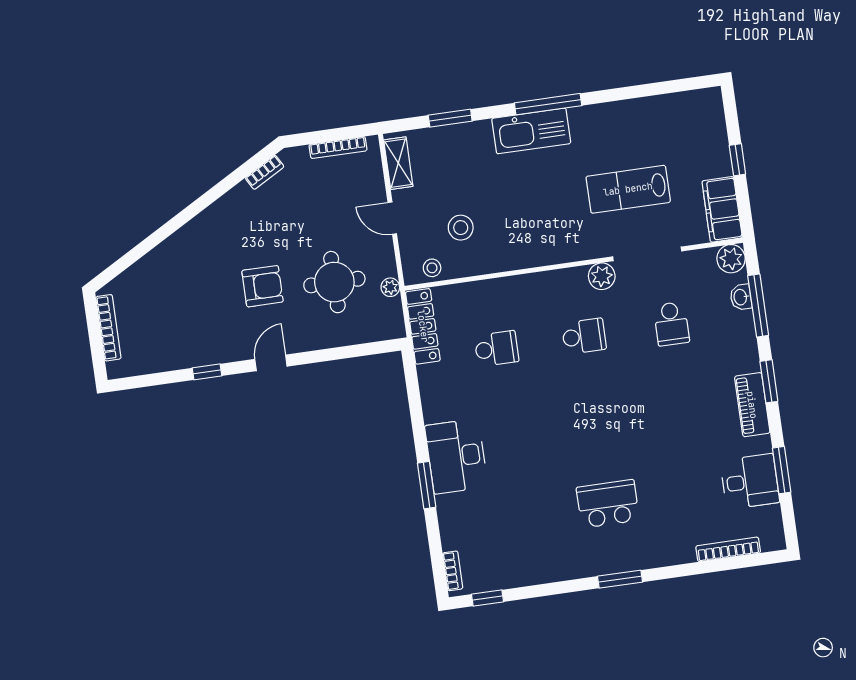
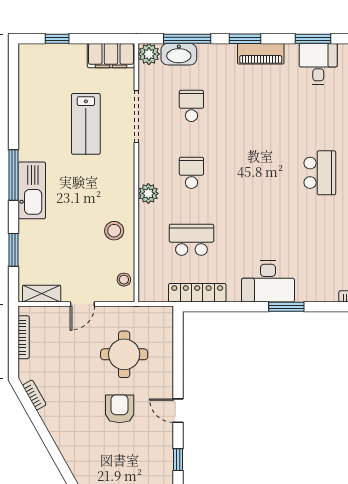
window: (737, 160) -> (57, 39), moved
stool: (461, 228) -> (114, 231), moved
plant: (602, 276) -> (148, 193), moved
plant: (390, 287) -> (134, 313), removed
washbasin: (741, 297) -> (179, 54), width x1.91, depth x1.45
school desk: (671, 324) -> (191, 106), turned -90
locker: (423, 326) -> (197, 293), moved
school desk: (497, 349) -> (191, 240), width x1.85
school desk: (608, 504) -> (320, 173), turned 180

